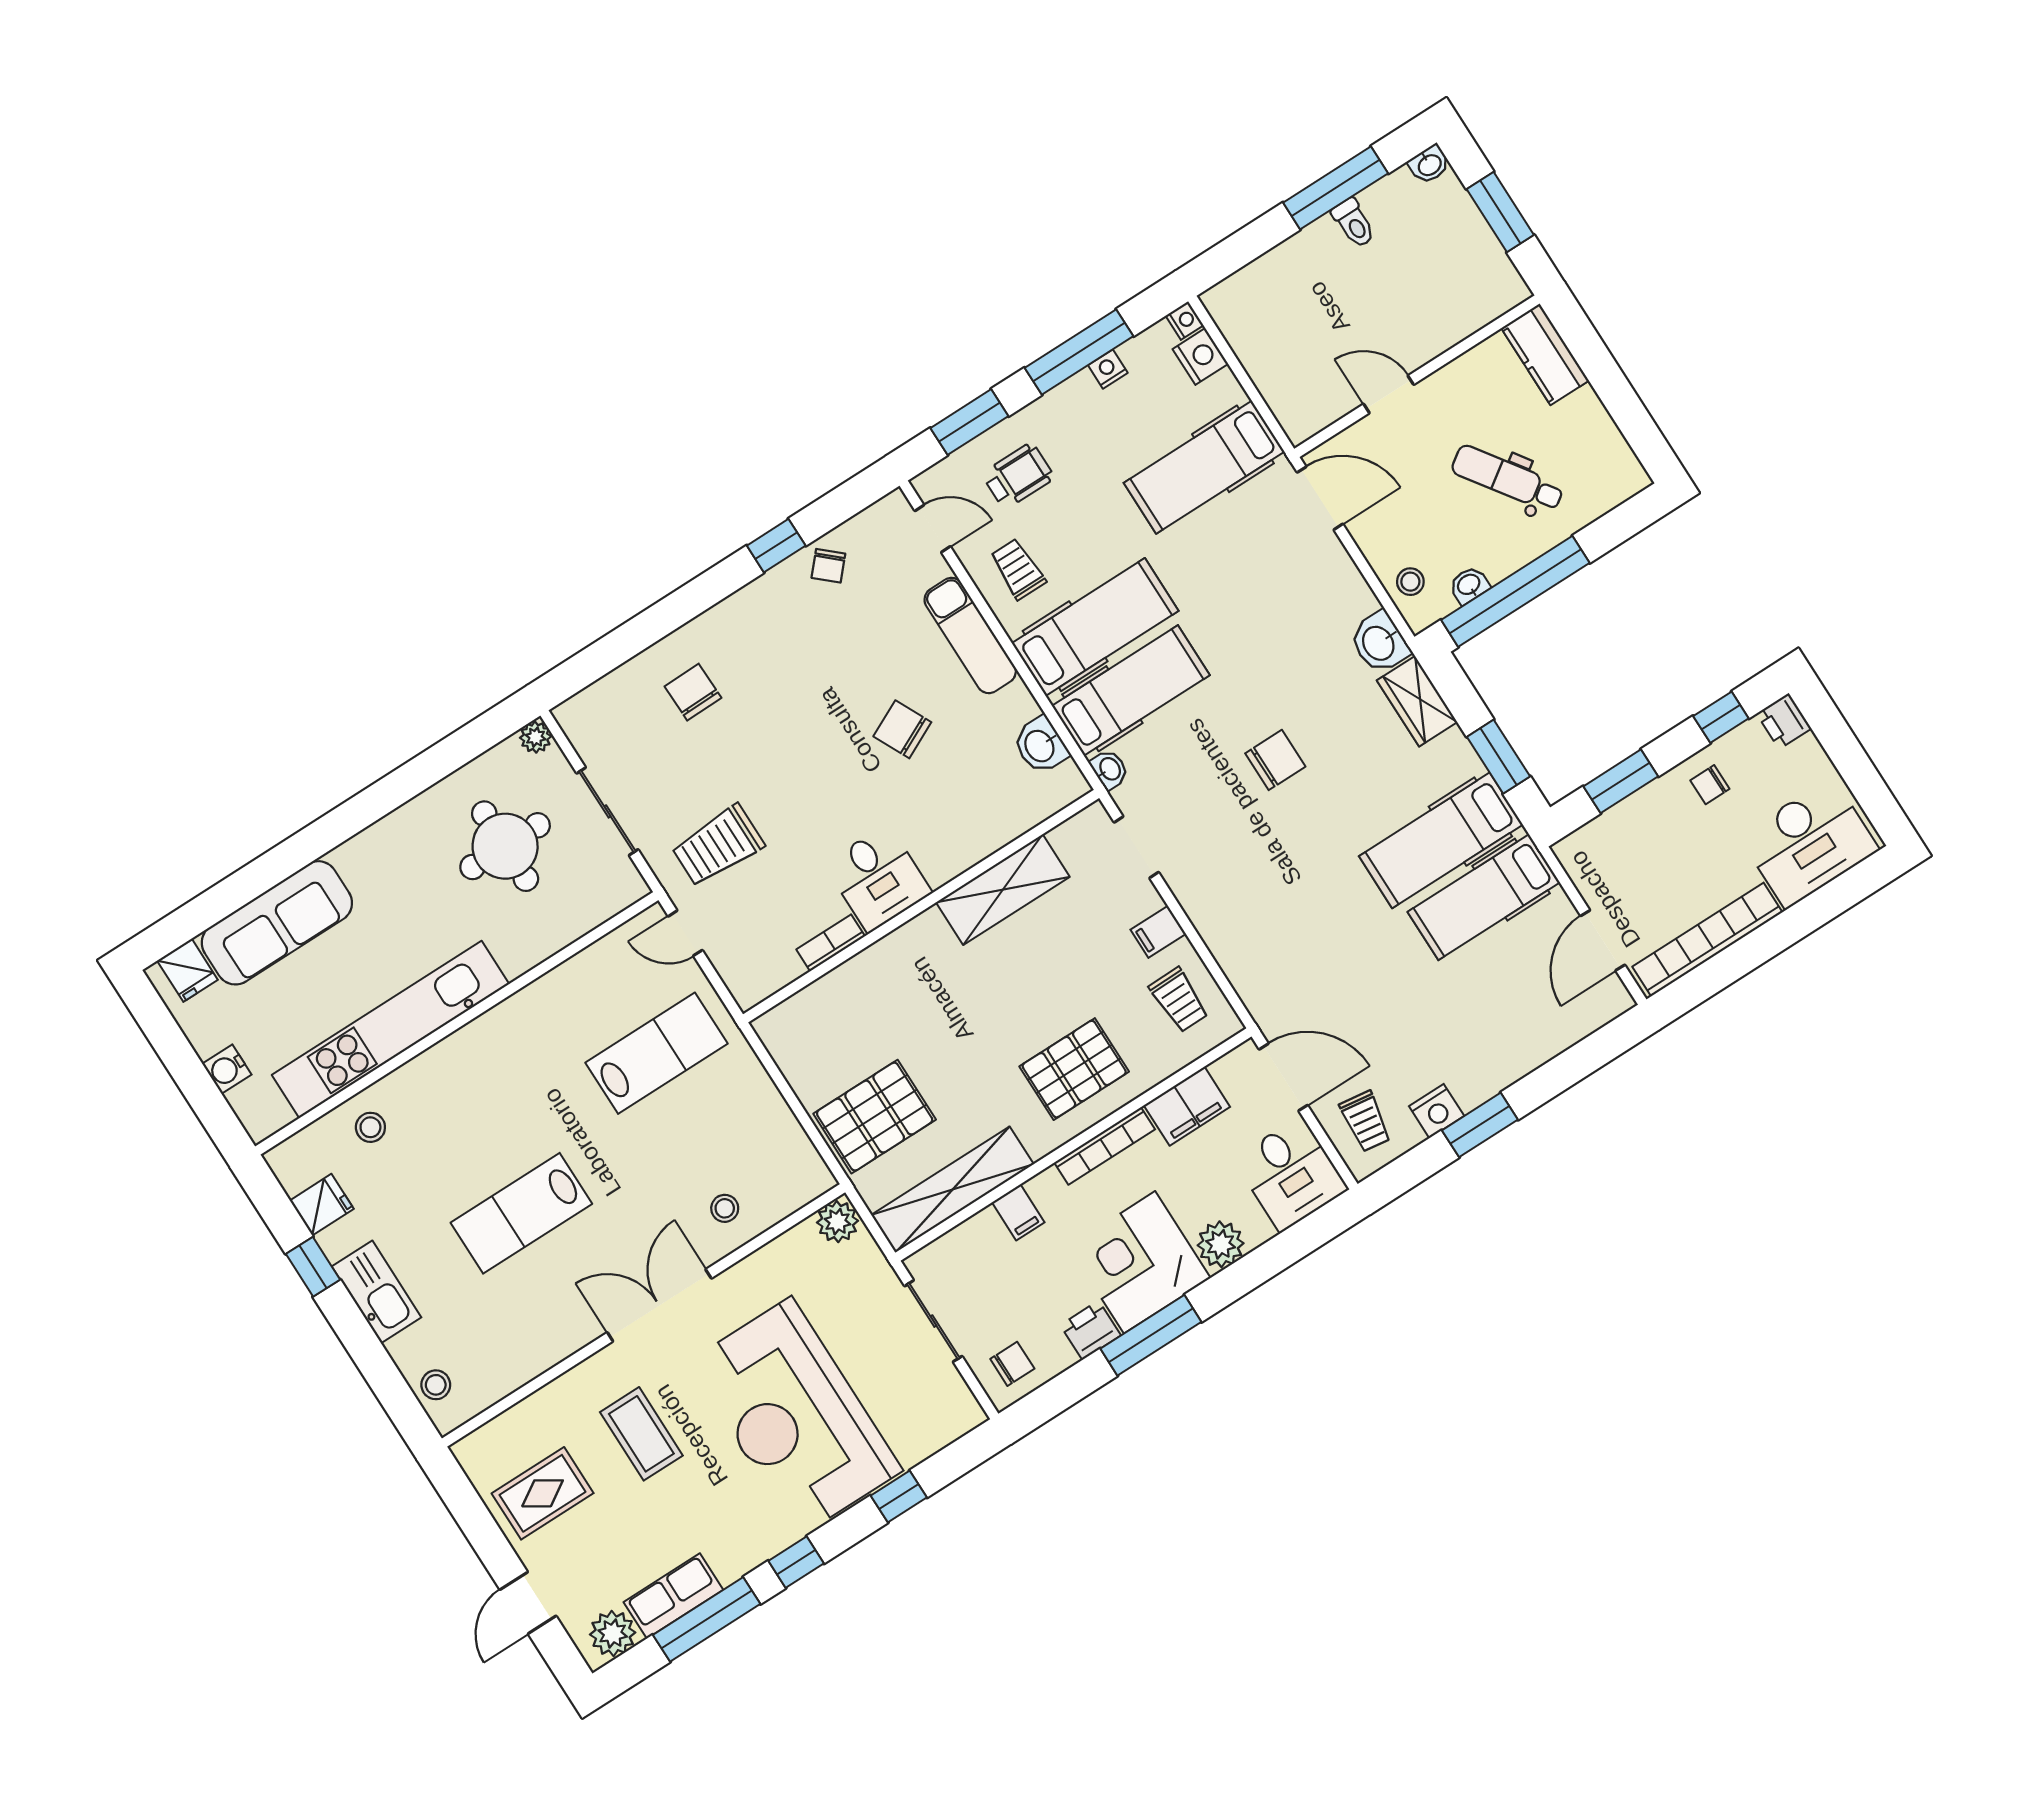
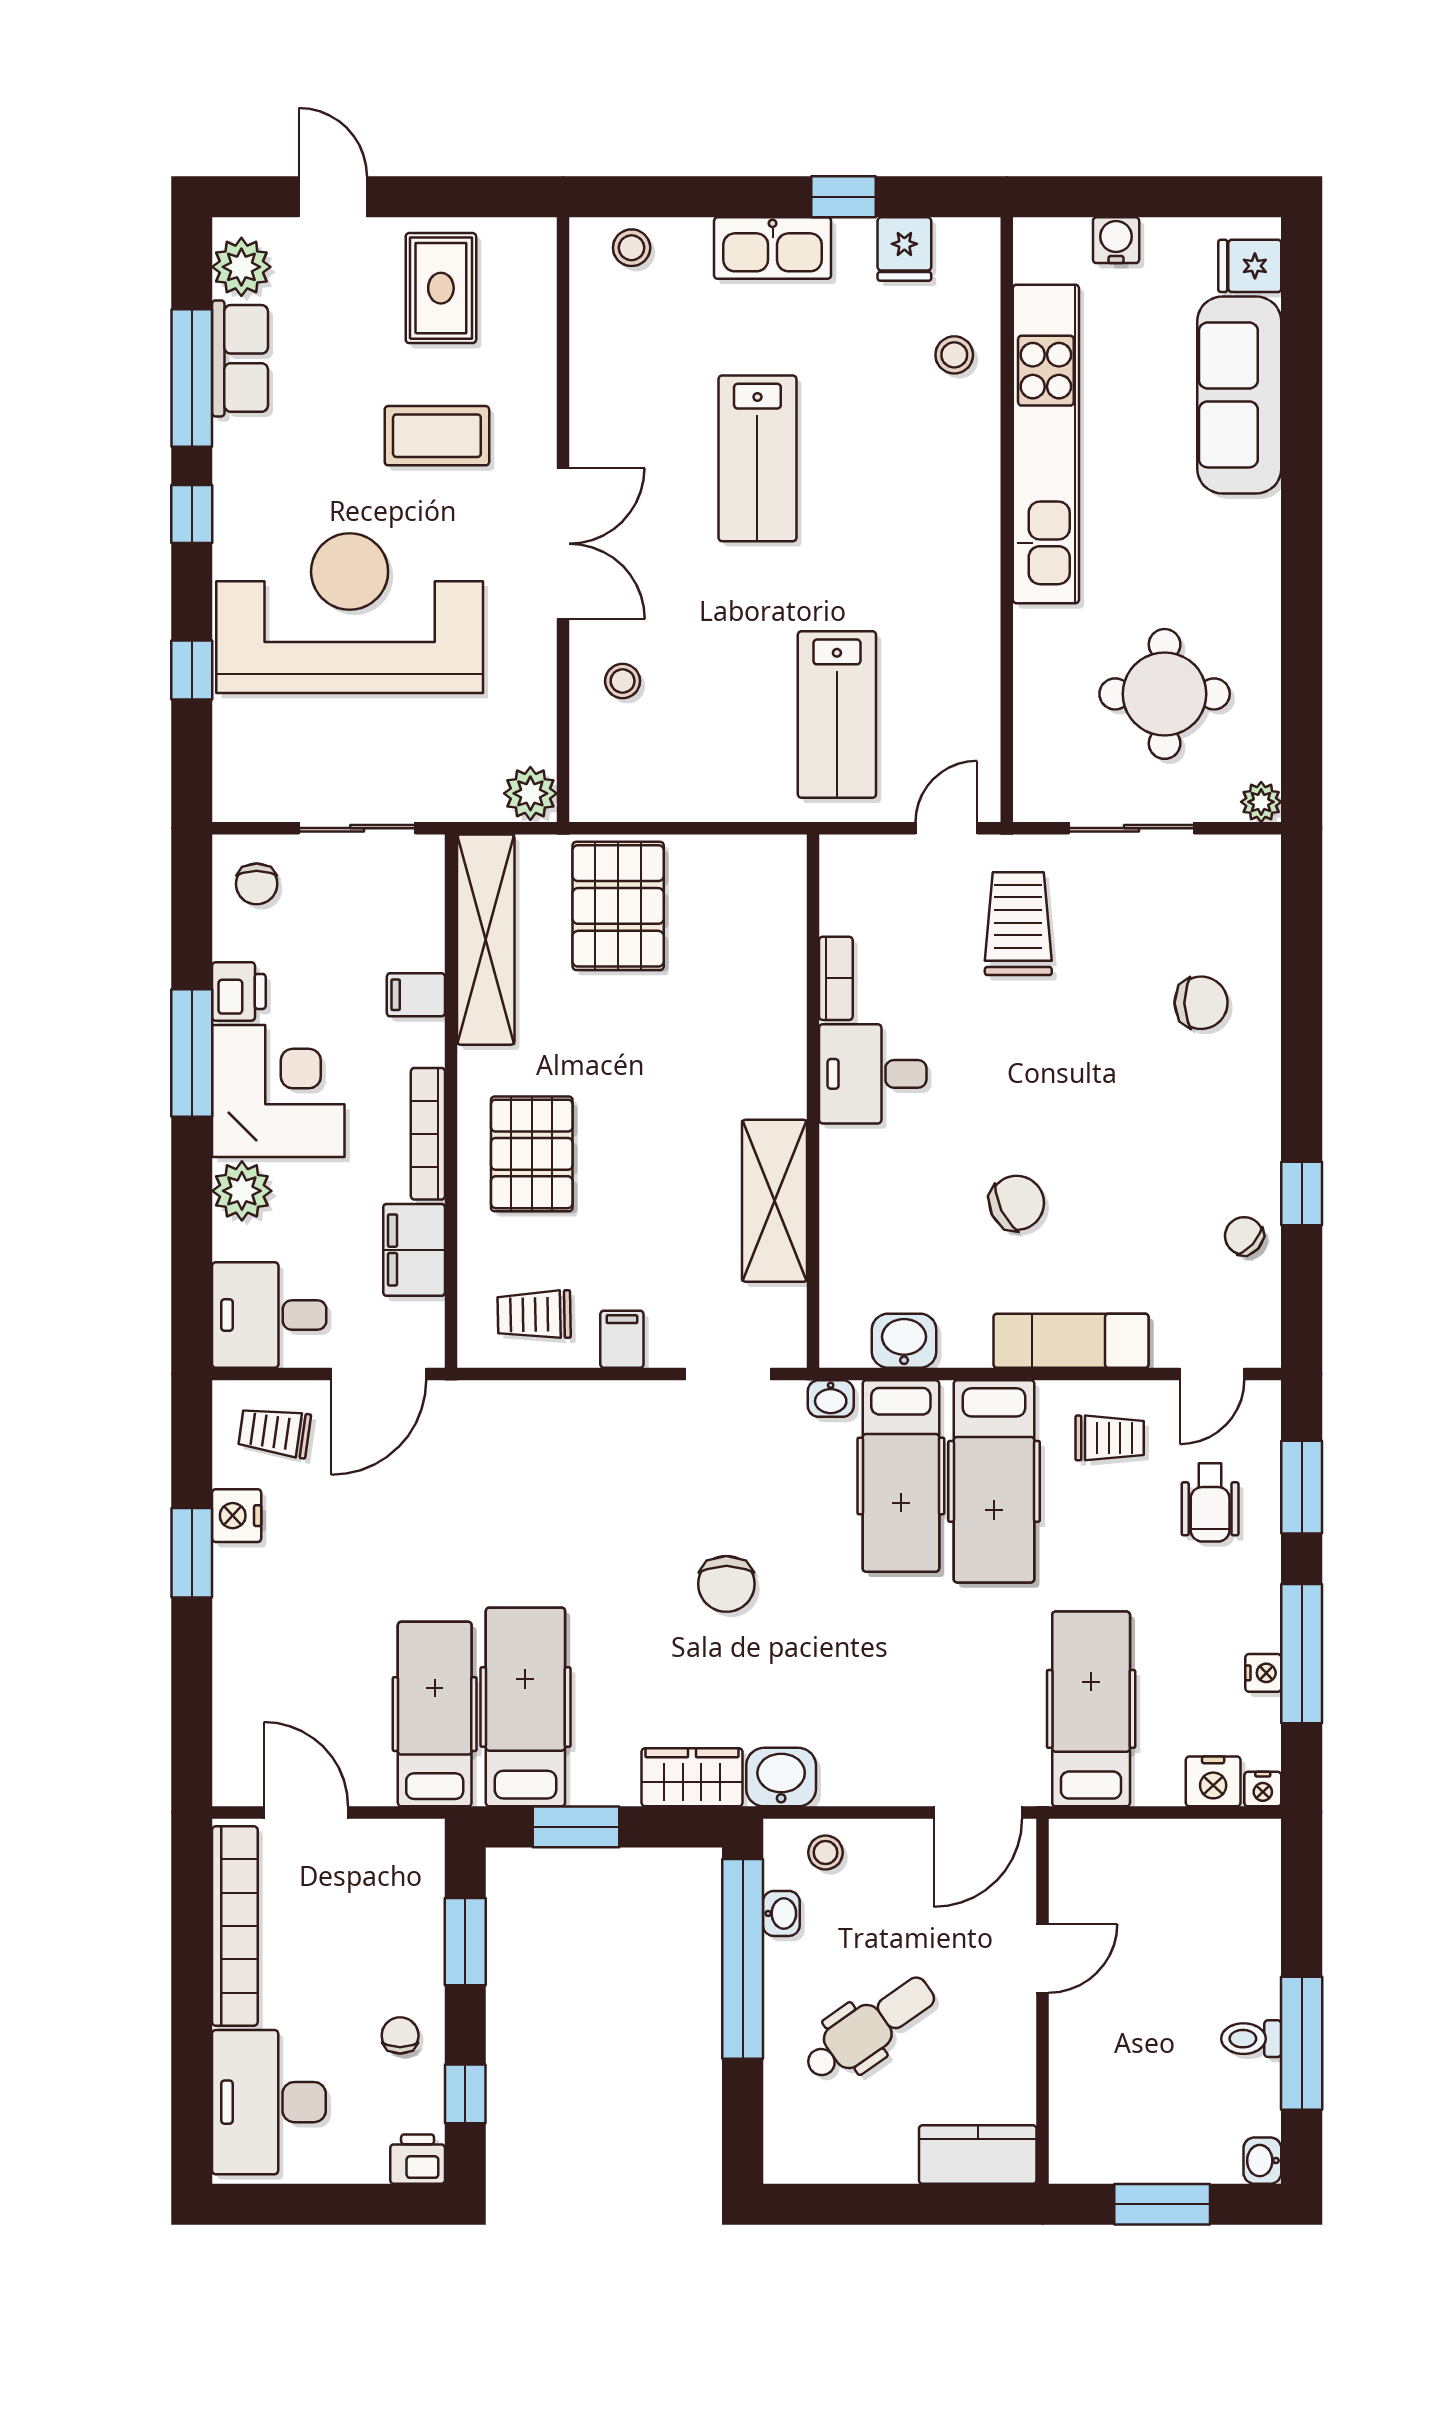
lab bench: (521, 1213) -> (757, 458), turned 180

